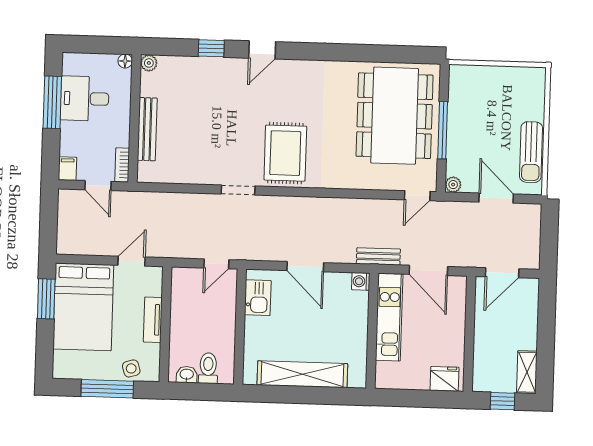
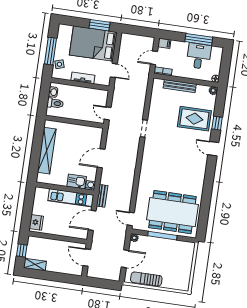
rug: (285, 153) -> (194, 119), moved
kitchen sink: (258, 298) -> (77, 181), moved, turned 180

